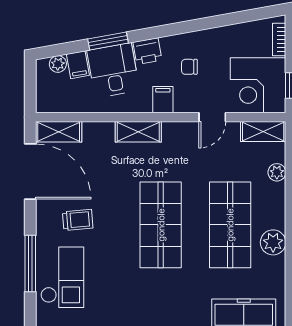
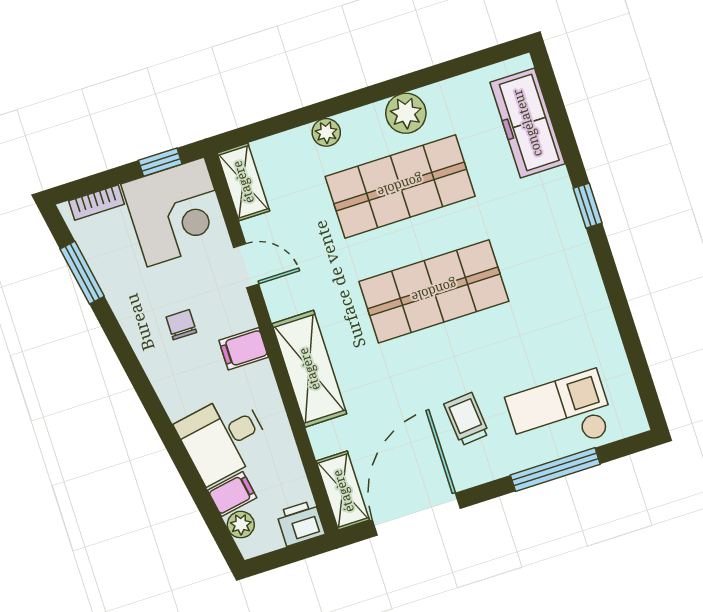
window: (108, 41) -> (82, 273), moved
printer: (147, 51) -> (301, 523), moved, turned -80
chair: (189, 67) -> (181, 325), turned 180
shelving: (138, 132) -> (309, 369), width x1.50, depth x1.33
plant: (277, 172) -> (326, 132), moved

